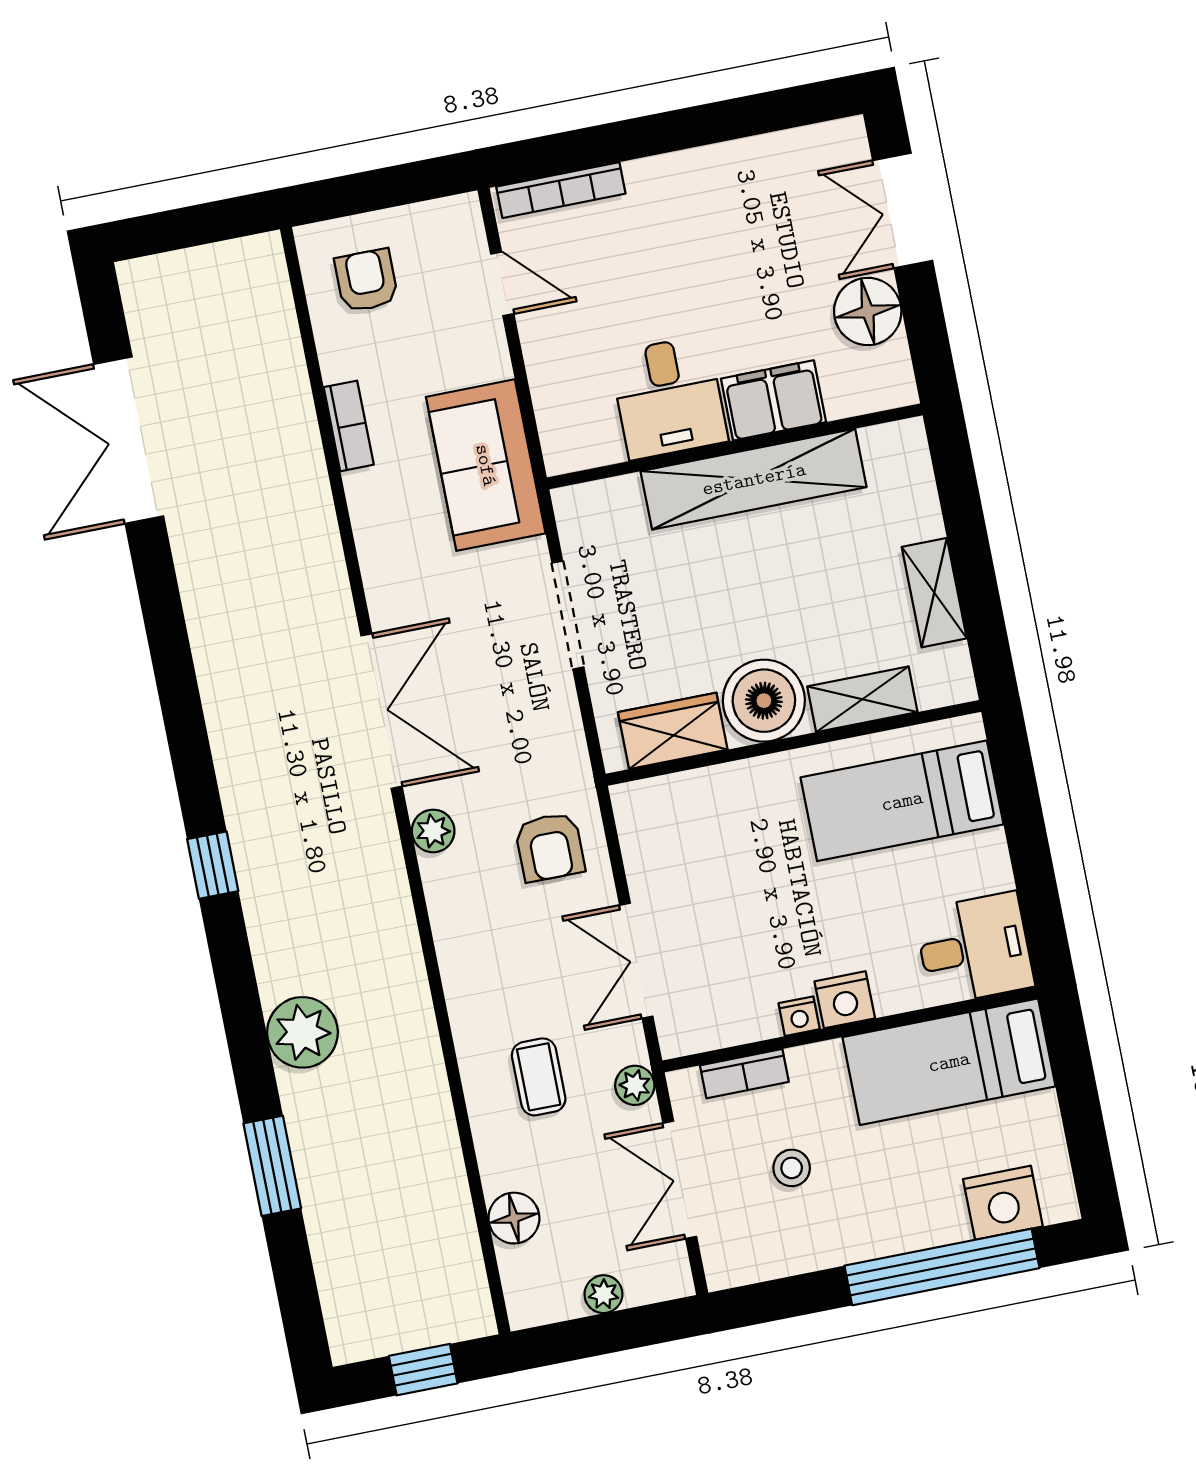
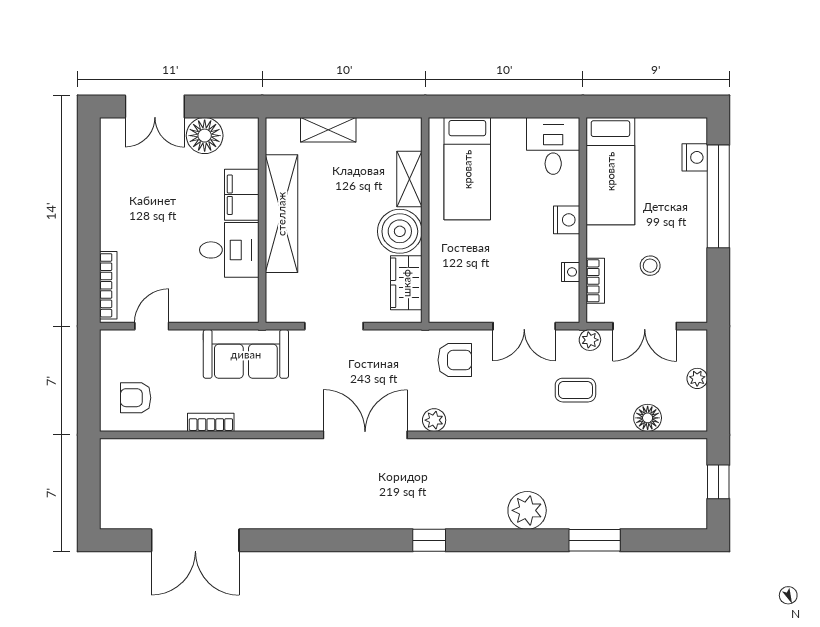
shelving: (934, 593) -> (328, 130), moved
nightstand: (799, 1016) -> (571, 272), moved
nightstand: (1003, 1203) -> (695, 157), width x0.74, depth x0.75

